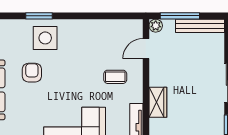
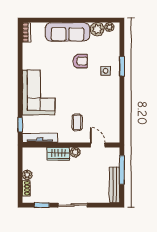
plant: (156, 26) -> (75, 152), moved
side table: (45, 38) -> (106, 71), width x0.54, depth x0.54

